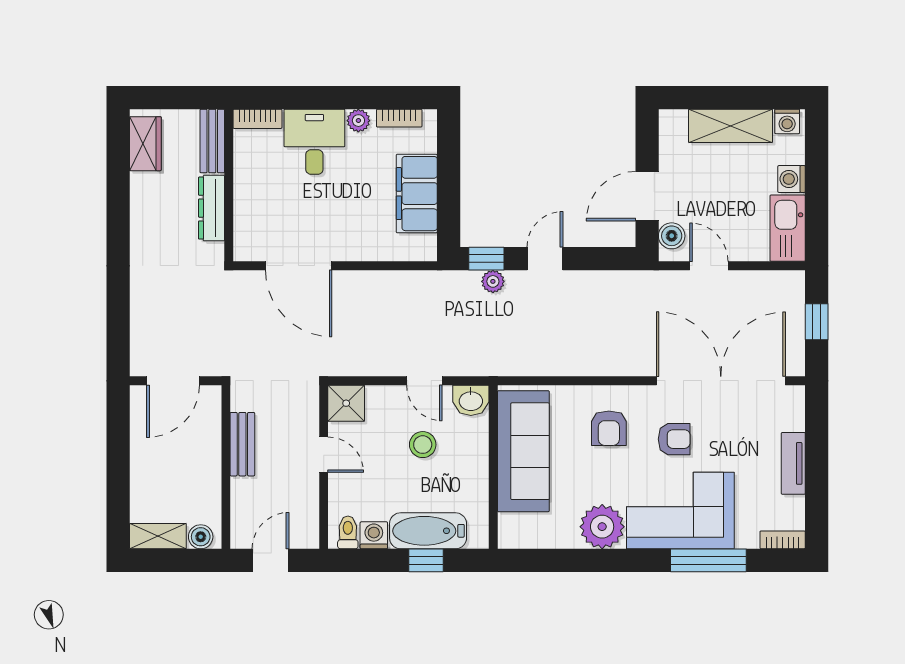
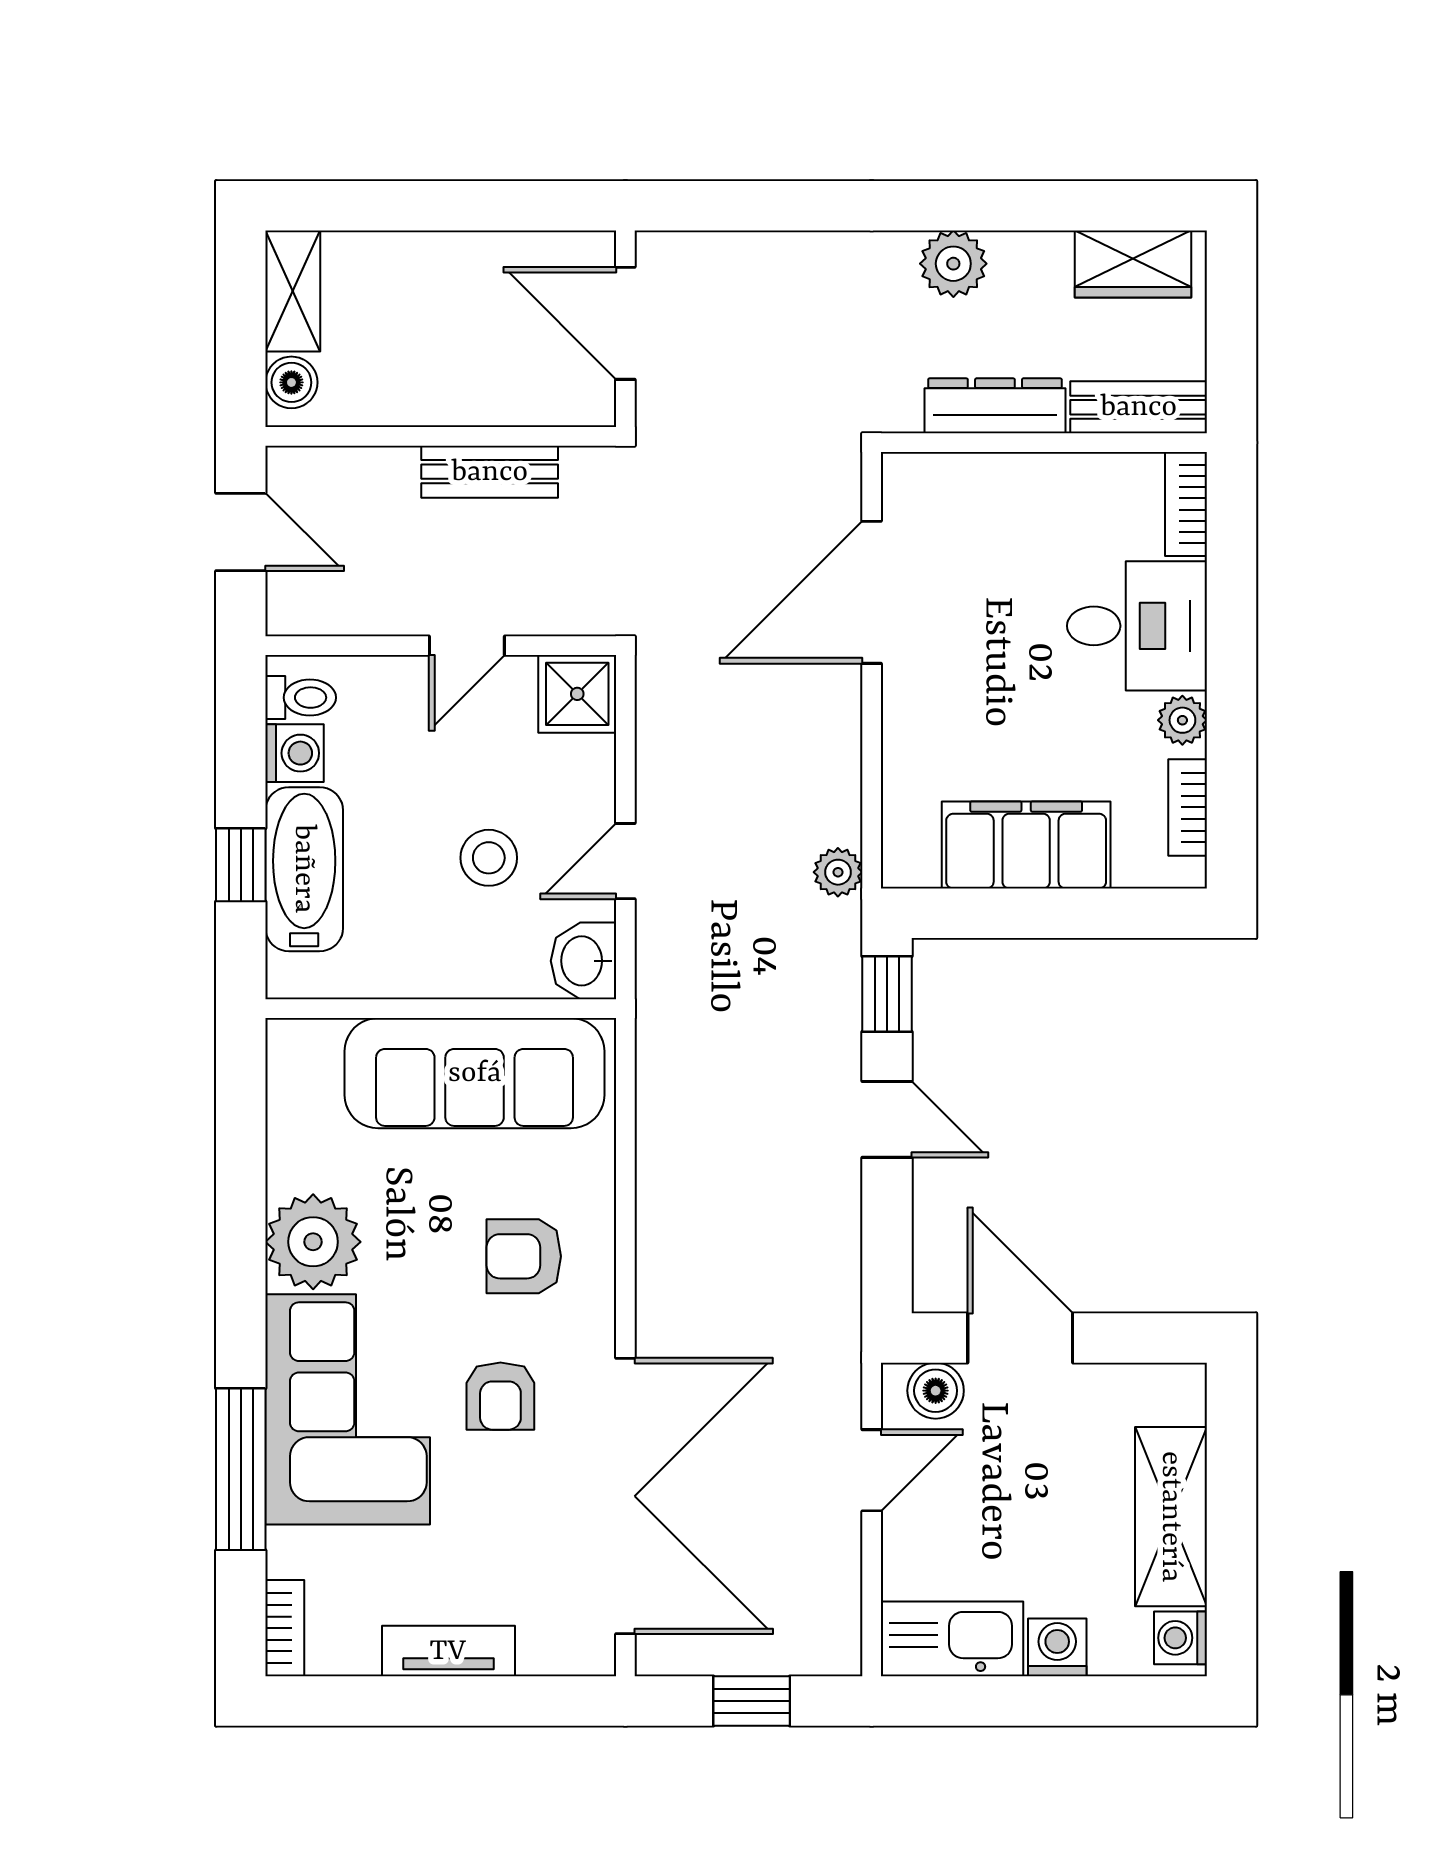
plant: (145, 228) -> (953, 264), added
plant: (493, 281) -> (838, 872), moved

